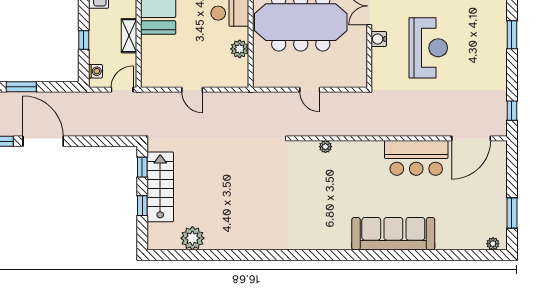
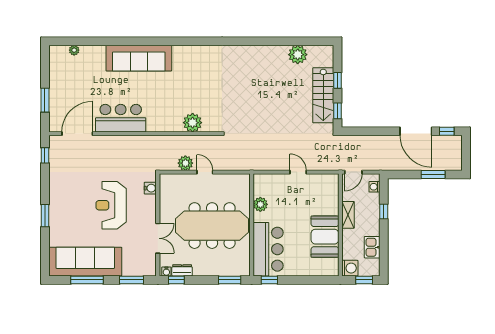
water cooler: (379, 39) -> (150, 188), moved
plant: (334, 101) -> (185, 163), added
plant: (325, 147) -> (193, 123), width x1.87, depth x1.87
window: (512, 213) -> (45, 100), moved
plant: (493, 244) -> (74, 50), moved

